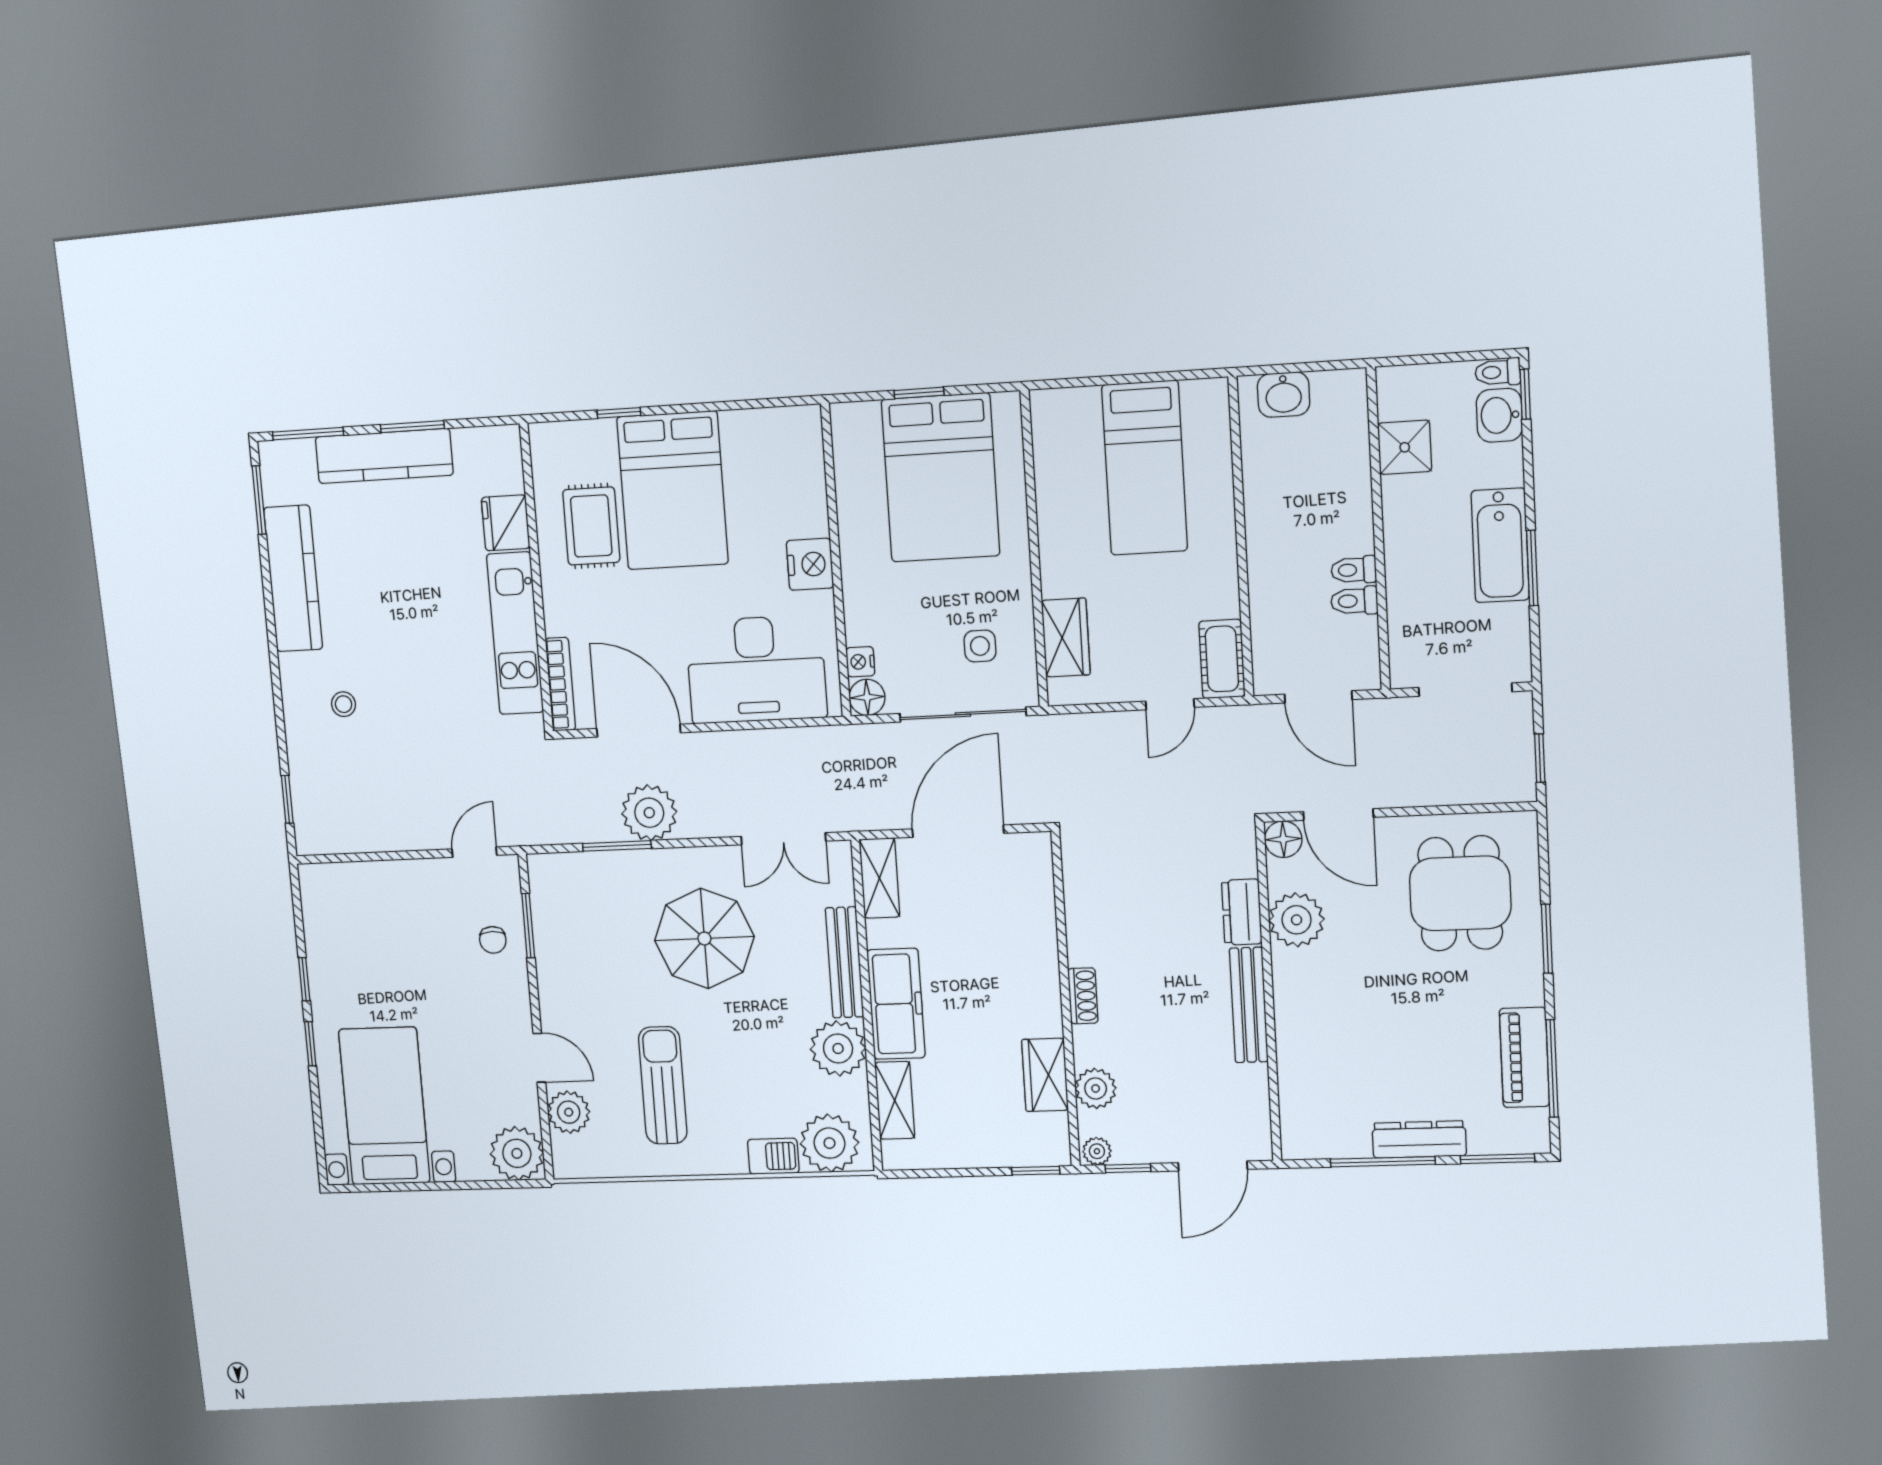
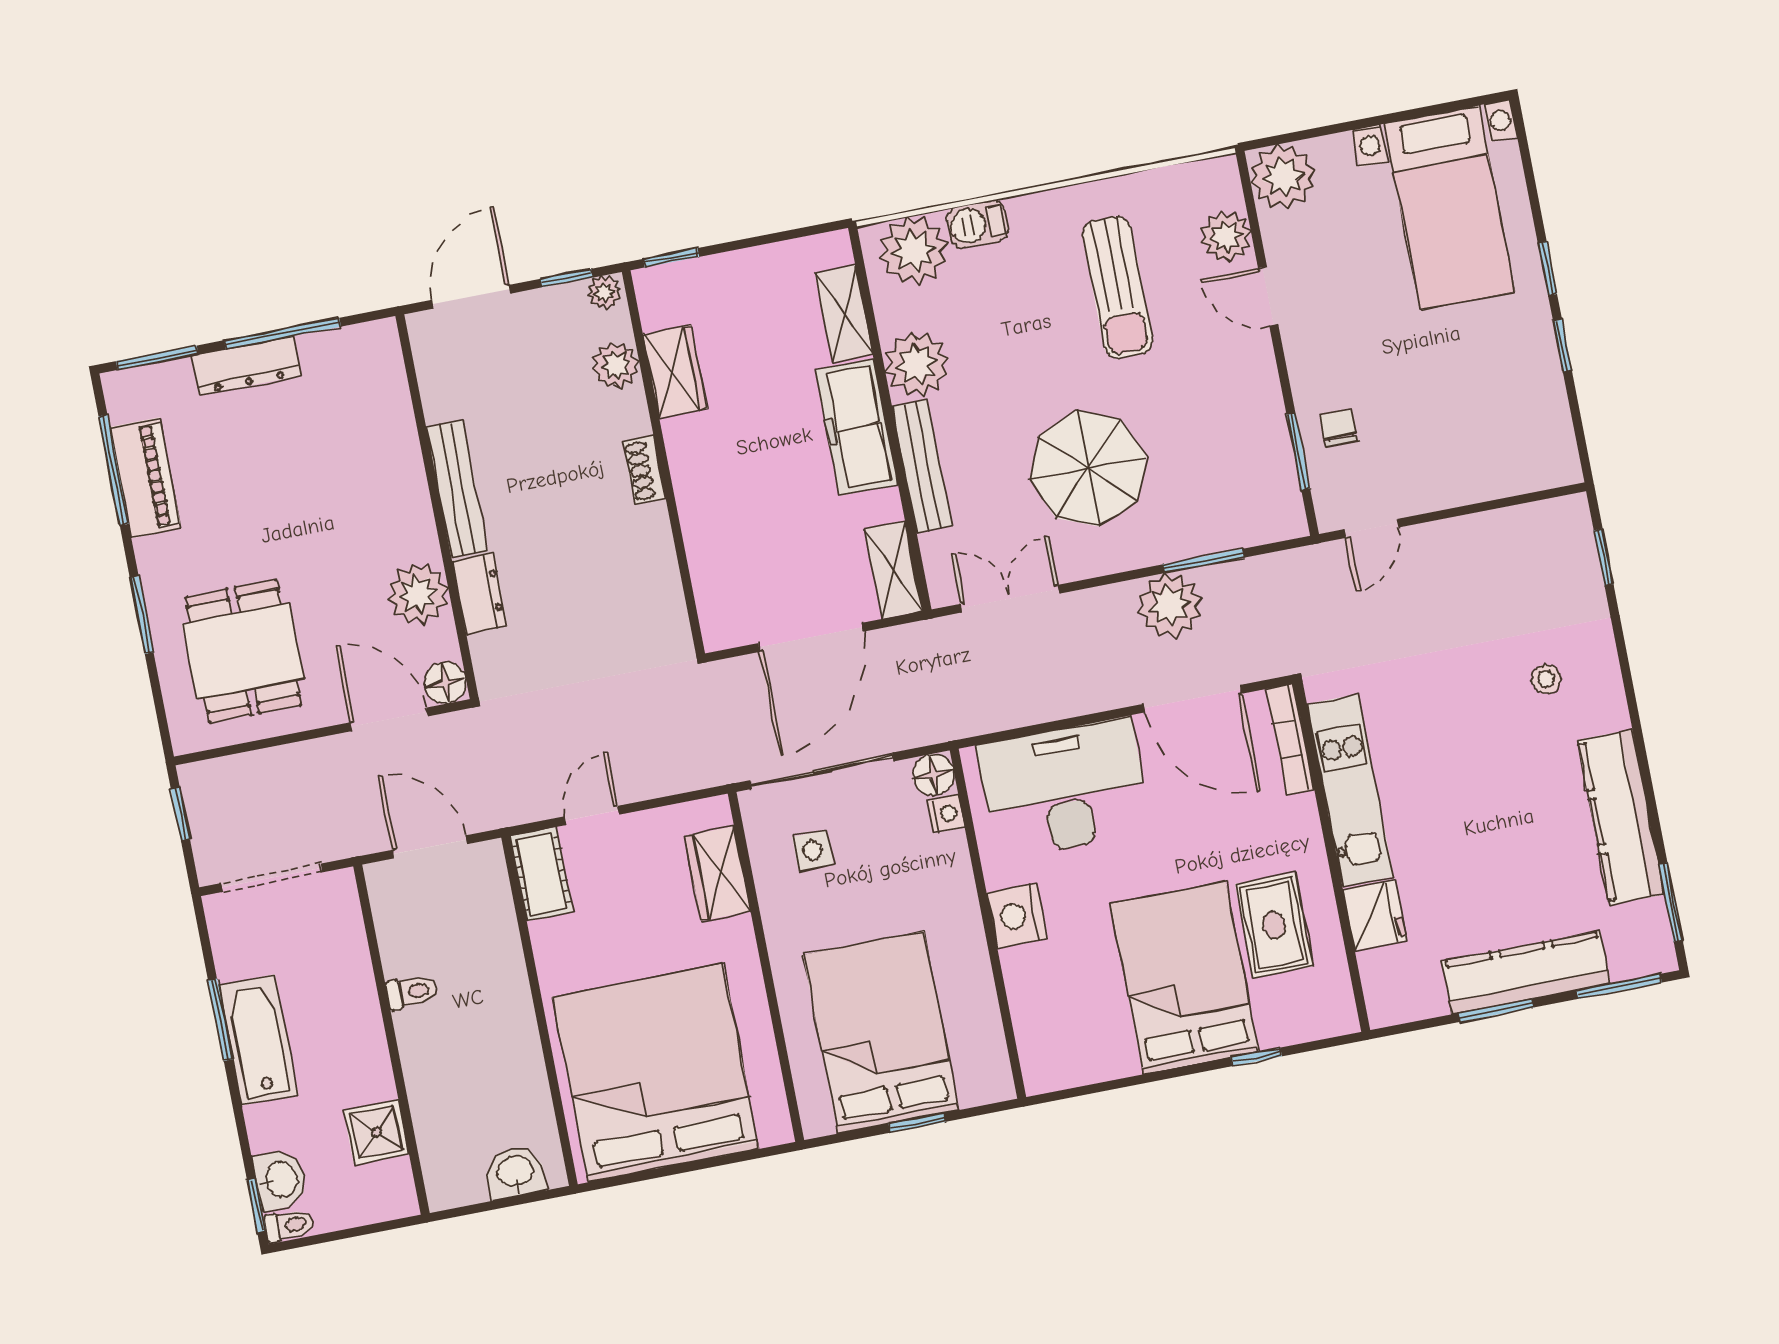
bed: (1145, 468) -> (656, 1073), width x2.04
toilet: (1354, 601) -> (406, 958), removed

